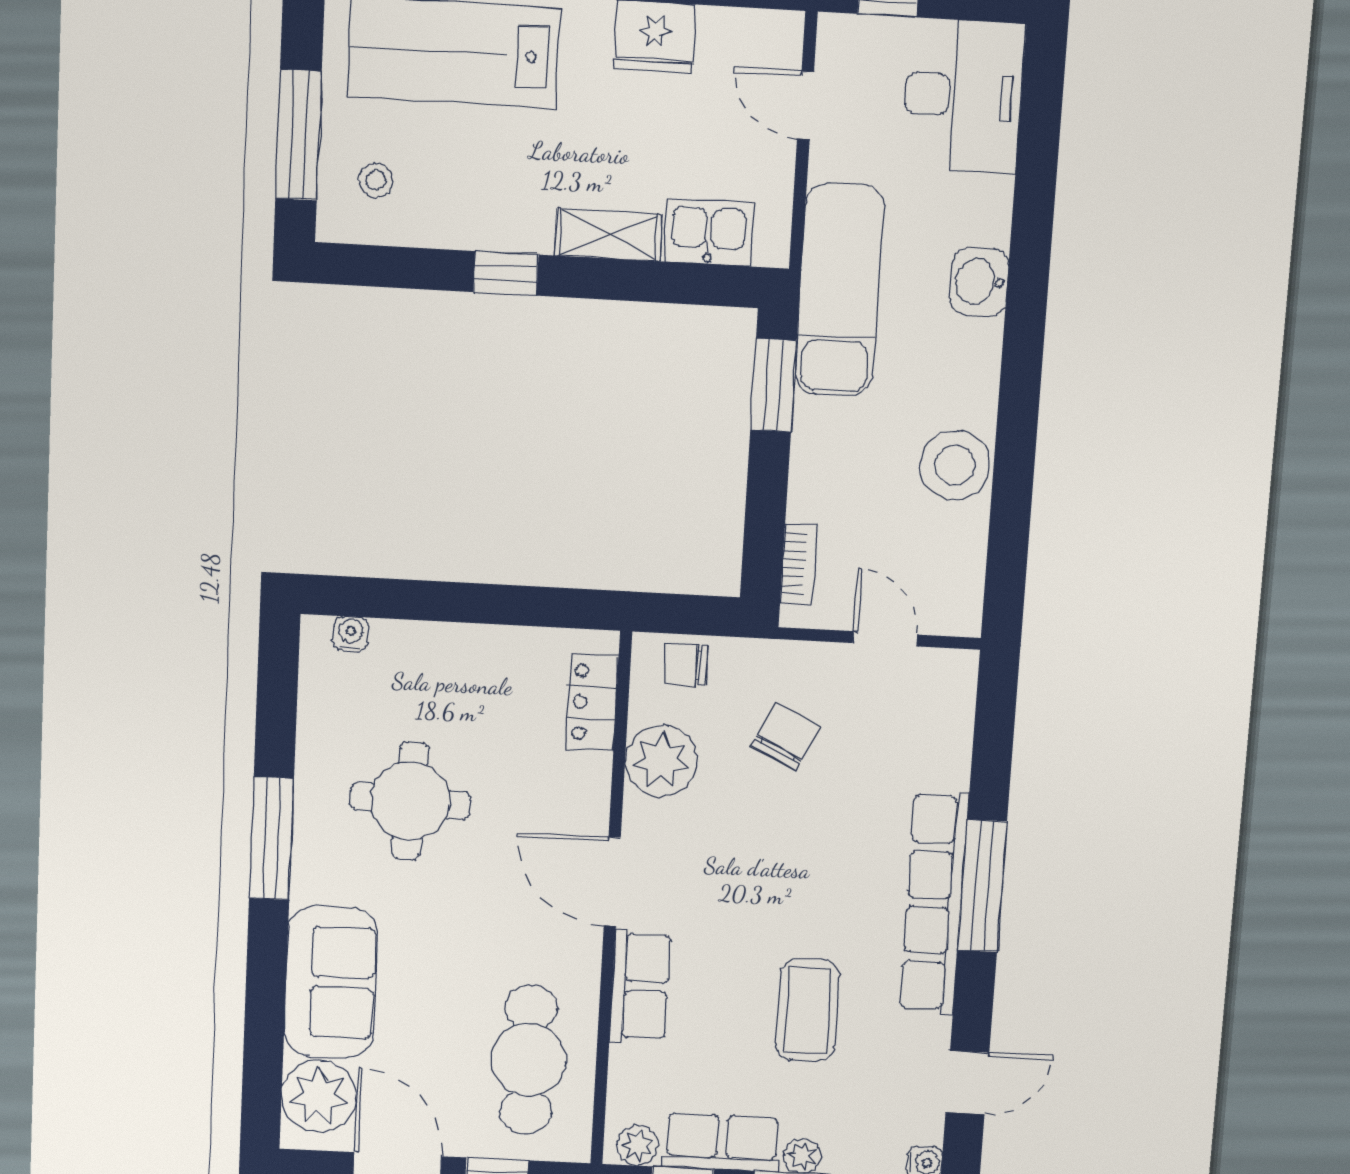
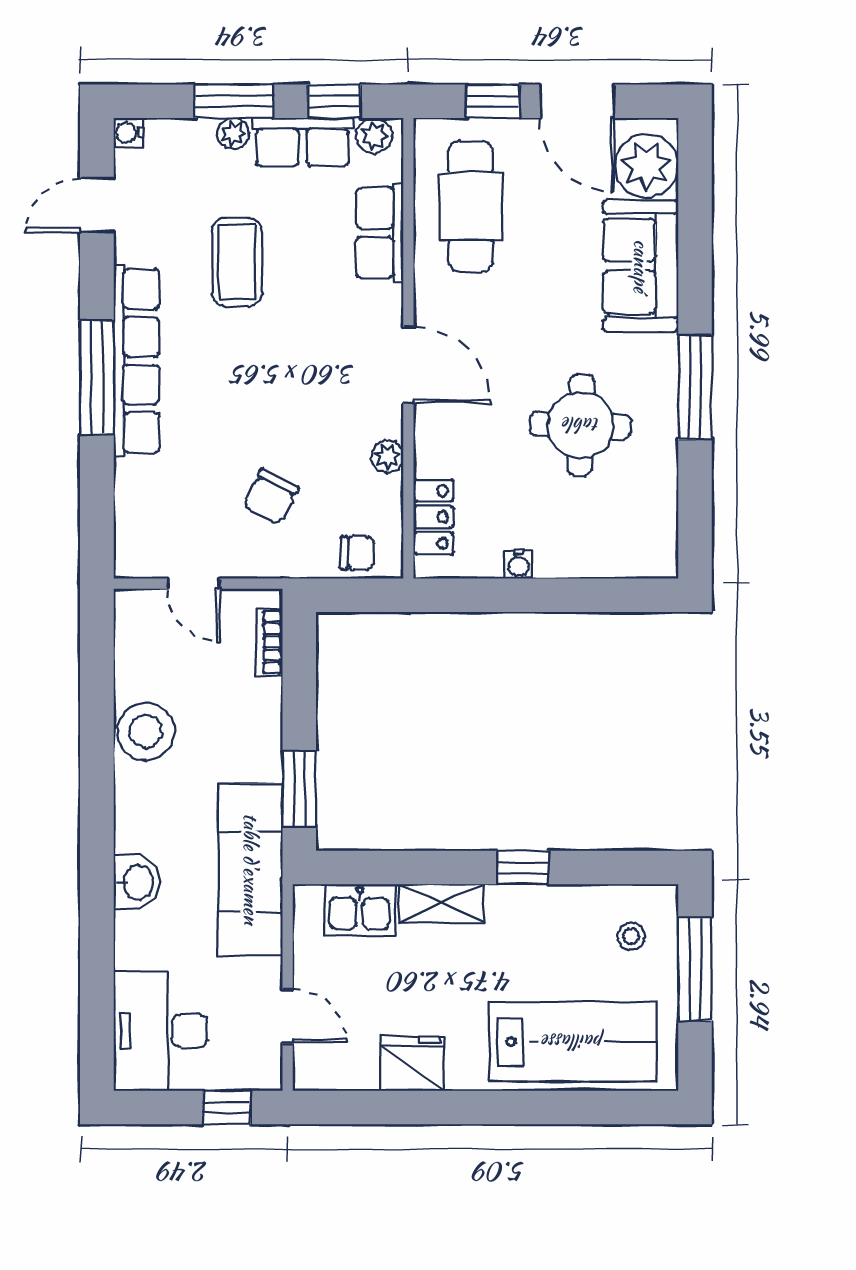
water cooler: (351, 634) -> (519, 564), moved
plant: (661, 761) -> (387, 456), width x0.53, depth x0.53
row of seats: (640, 986) -> (380, 233), moved

